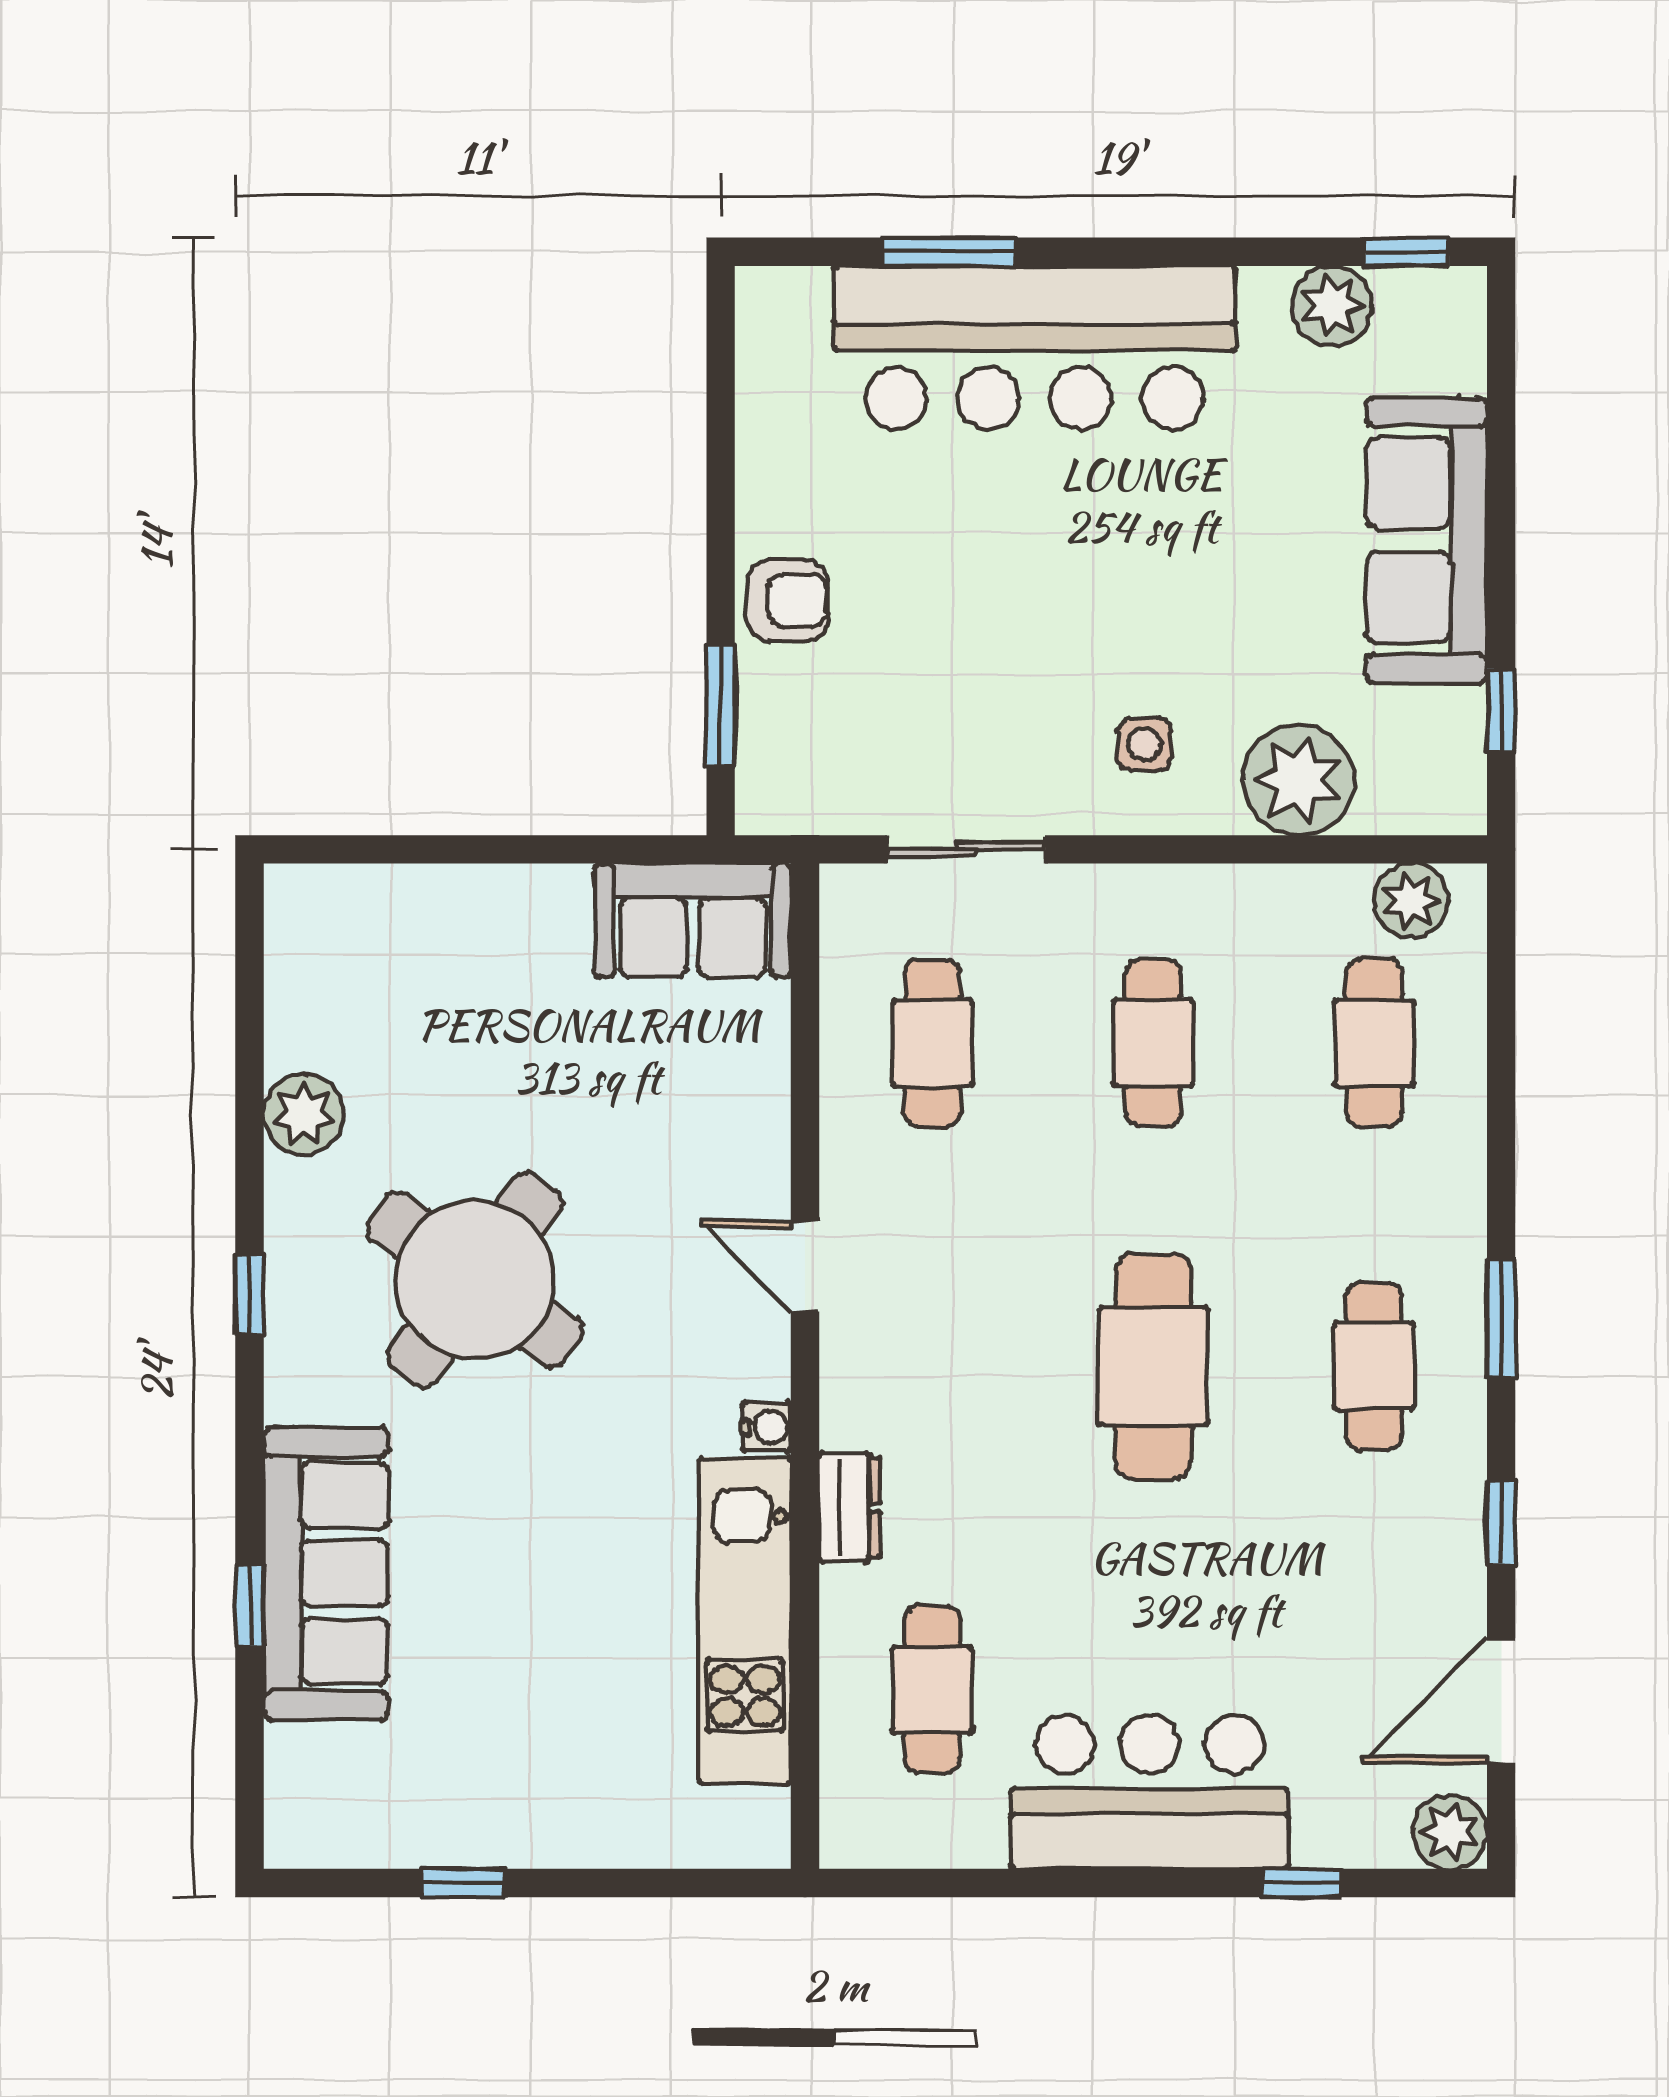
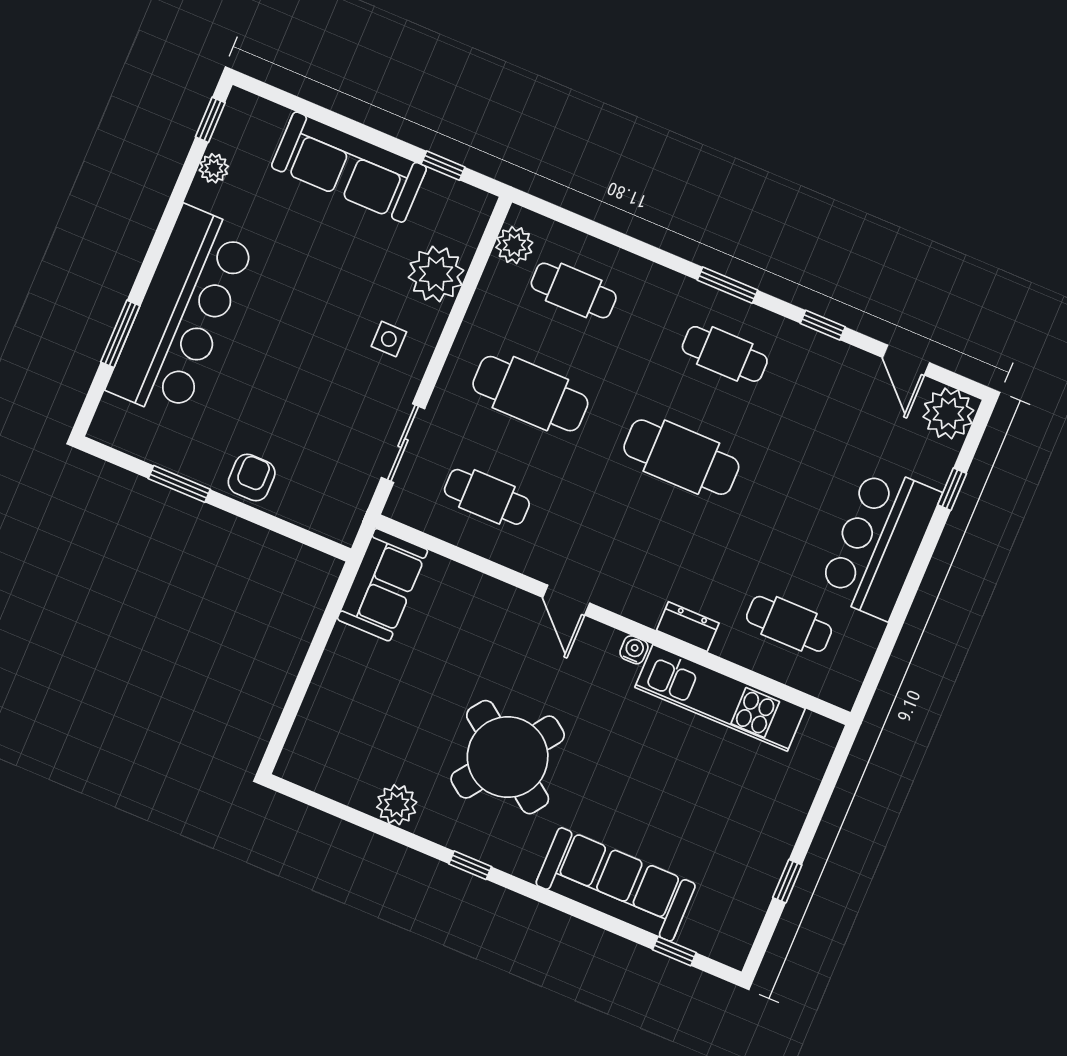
plant: (1332, 306) -> (214, 168), width x0.73, depth x0.73
window: (721, 706) -> (179, 484), moved
cafe table: (1153, 1043) -> (530, 394), width x1.37, depth x1.35
door: (805, 1266) -> (566, 600), hinge flipped
window: (250, 1605) -> (674, 951), moved
door: (1501, 1701) -> (906, 360), width x0.73
plant: (1450, 1832) -> (948, 414), width x1.36, depth x1.36

